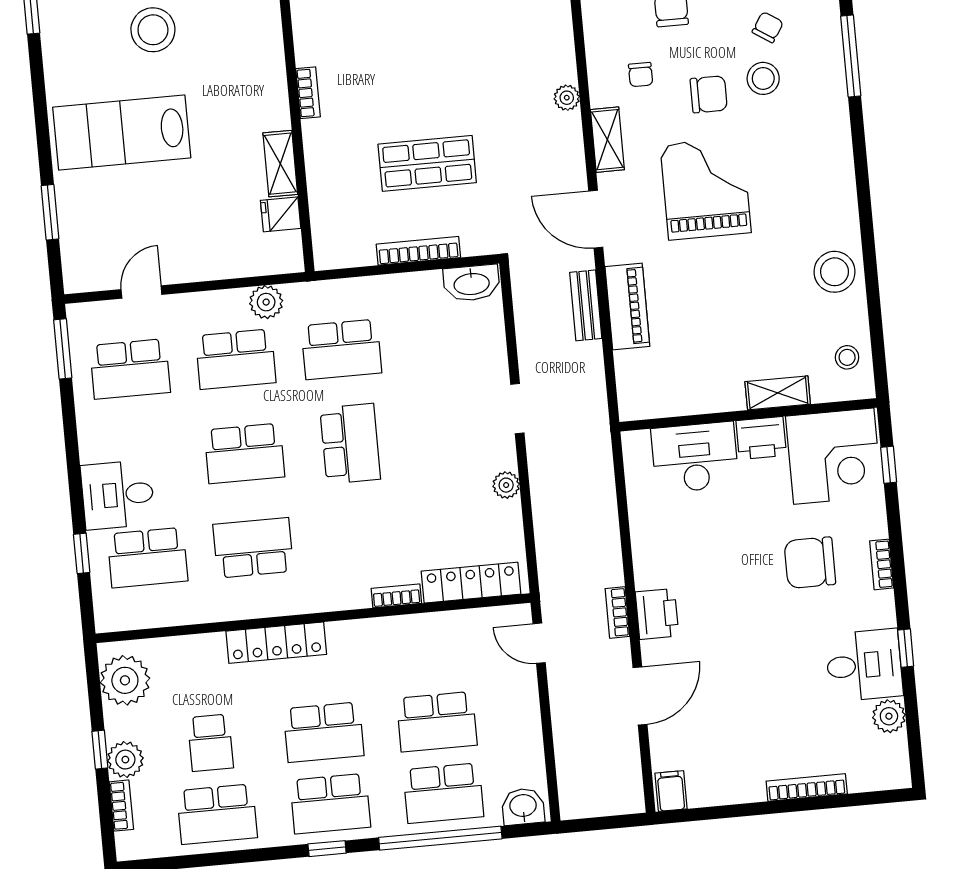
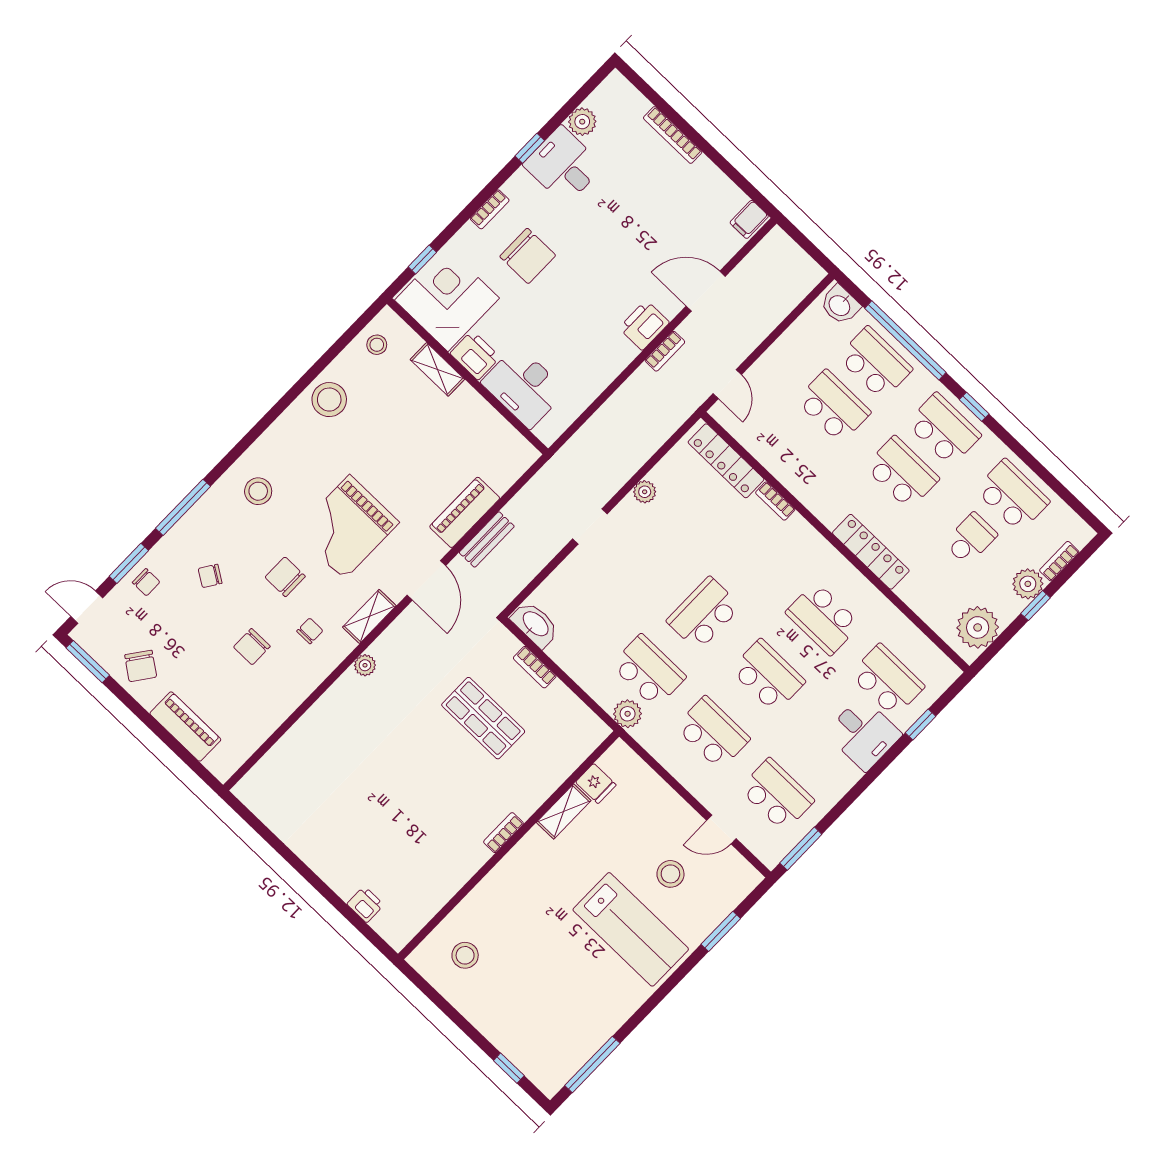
stool: (153, 30) -> (670, 874), moved, width x0.73, depth x0.73
stool: (763, 78) -> (258, 491), moved
bookcase: (418, 251) -> (535, 667), width x0.64
plant: (266, 302) -> (628, 714), moved

